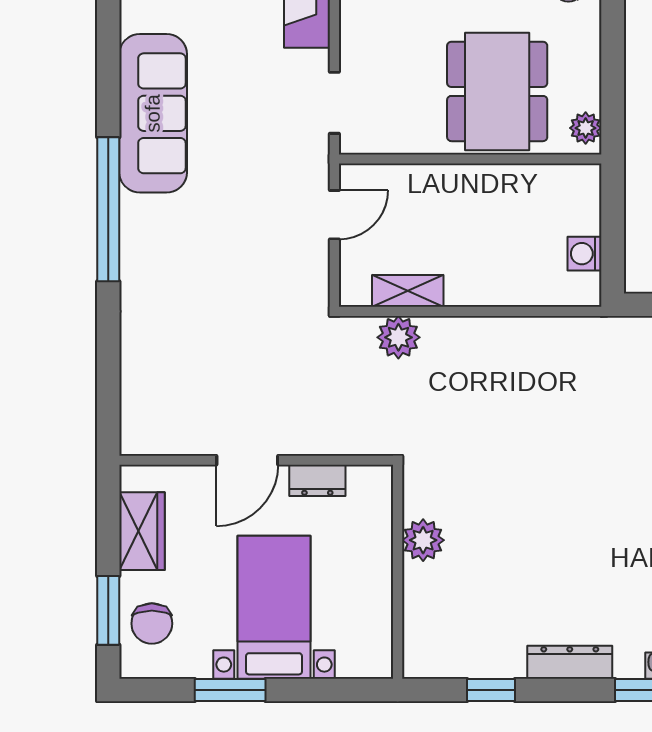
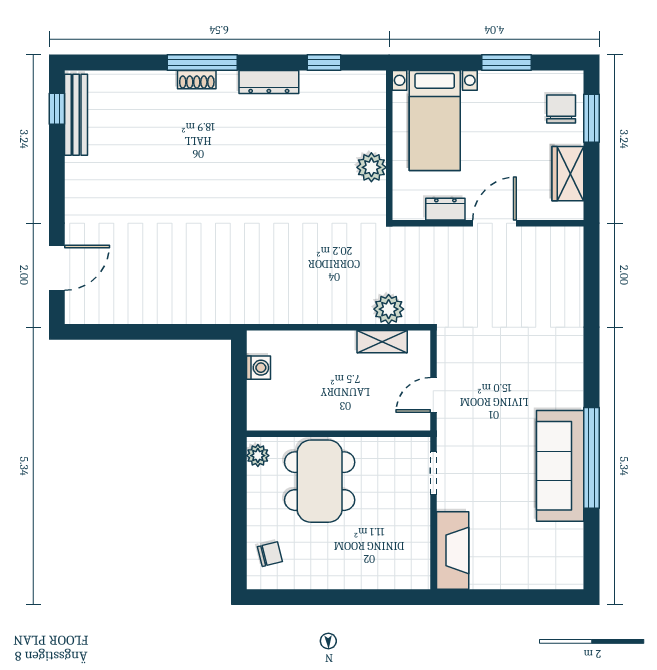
window: (108, 209) -> (592, 458), moved
bed with nightstands: (274, 607) -> (435, 120), moved

